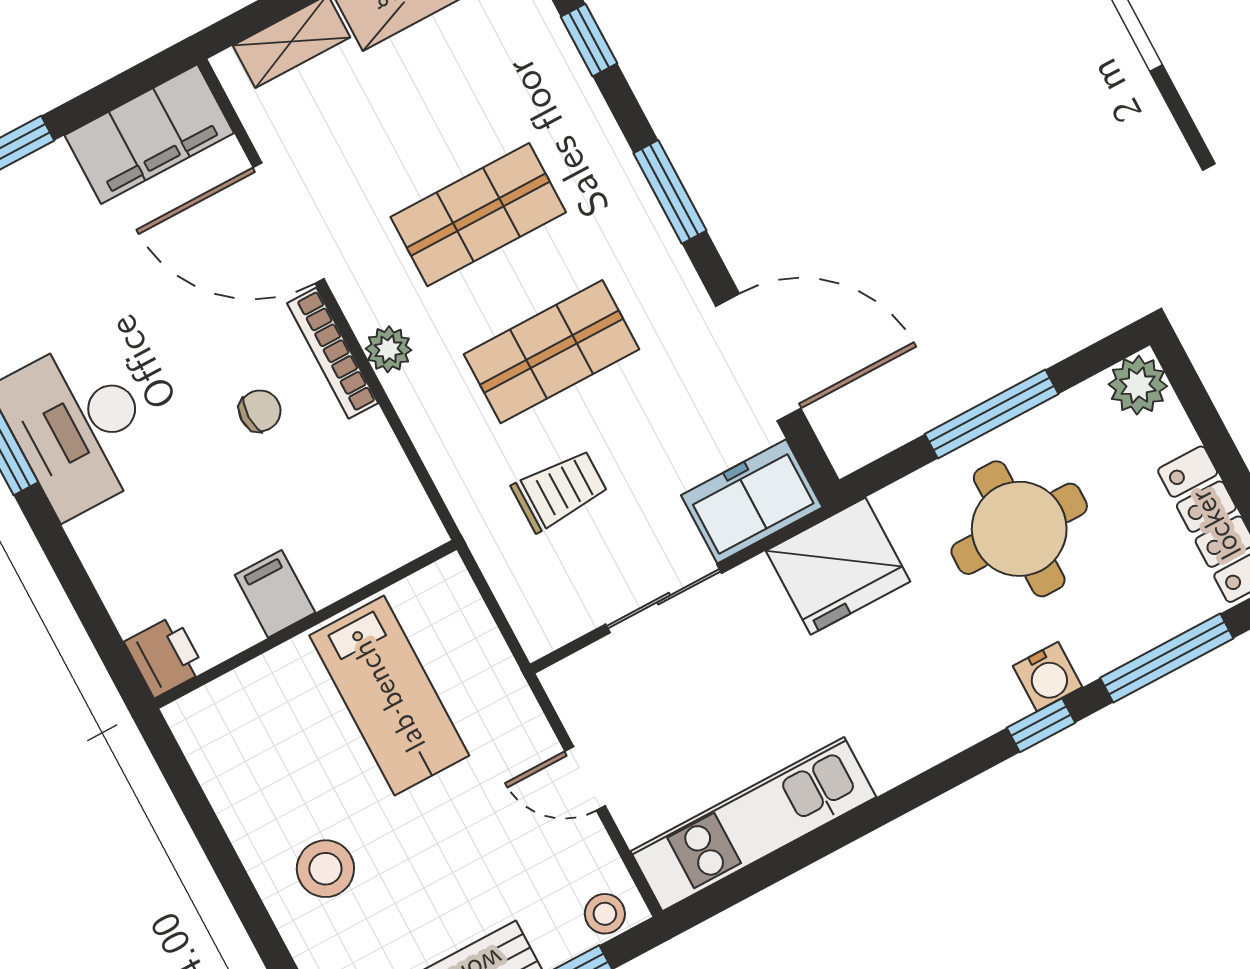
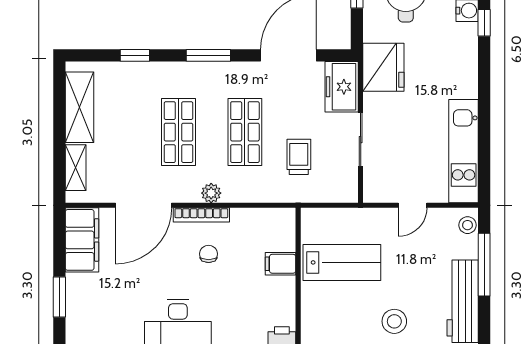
filing cabinet: (275, 594) -> (281, 264), moved

